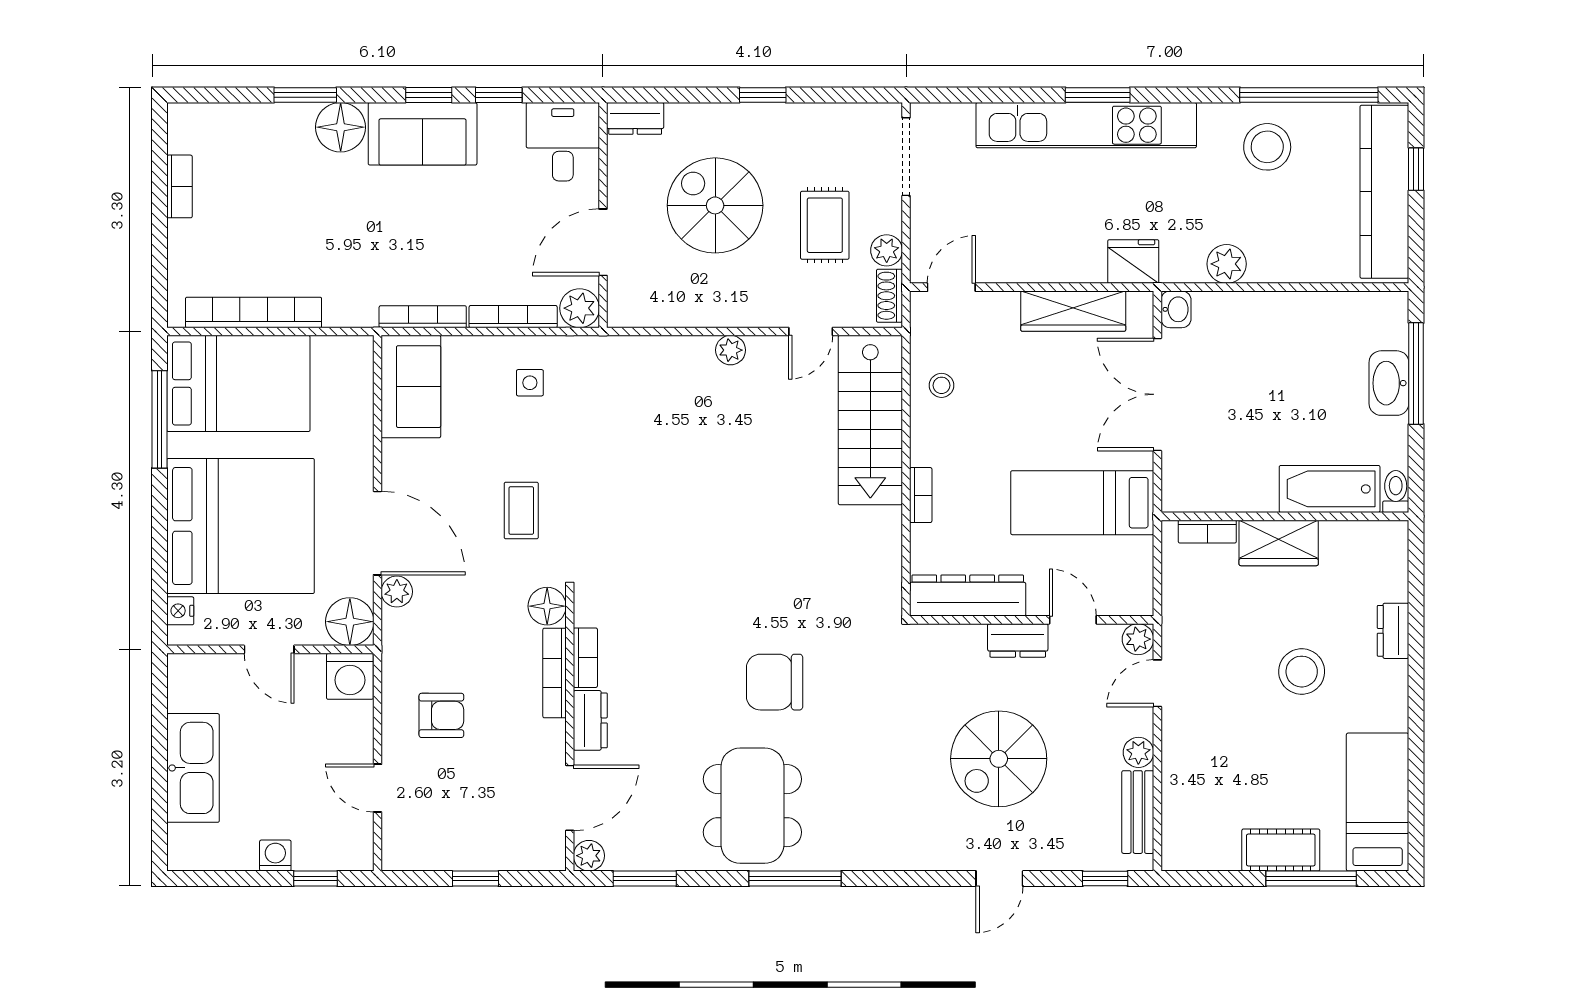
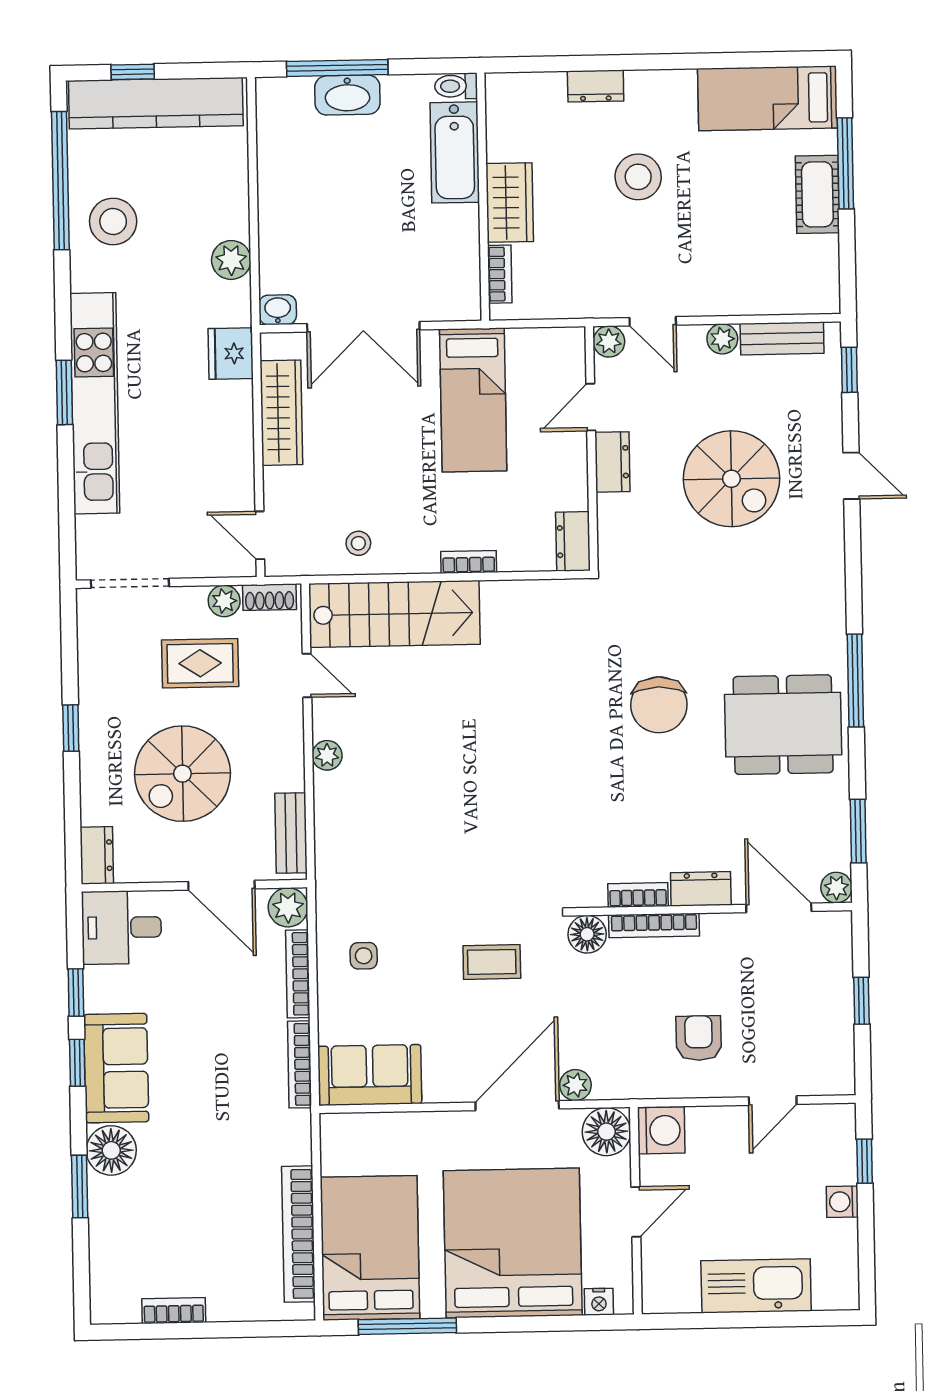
bench: (654, 313) -> (291, 833), added
dresser: (968, 595) -> (573, 541), width x0.51, depth x0.80

